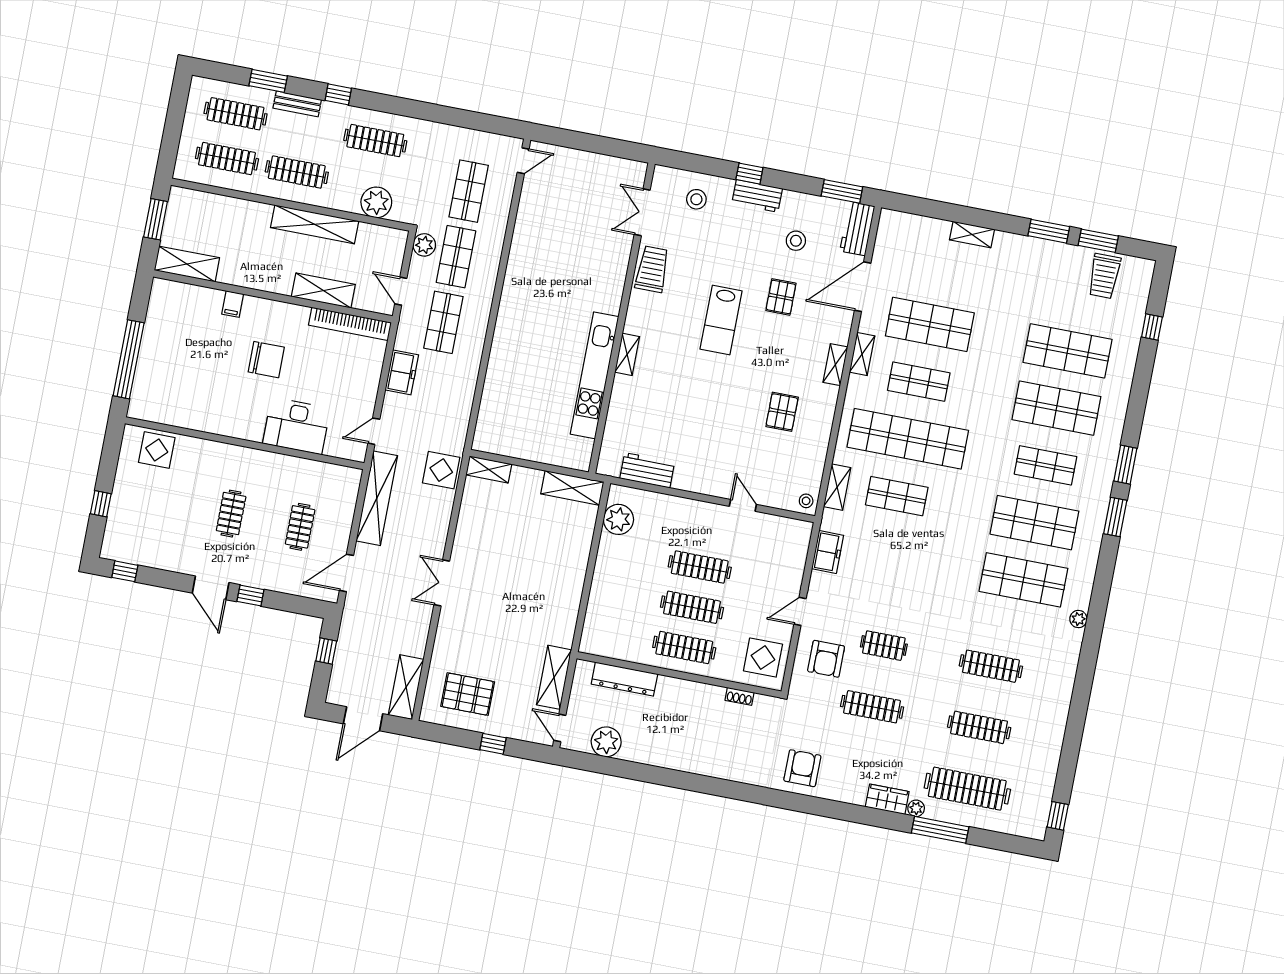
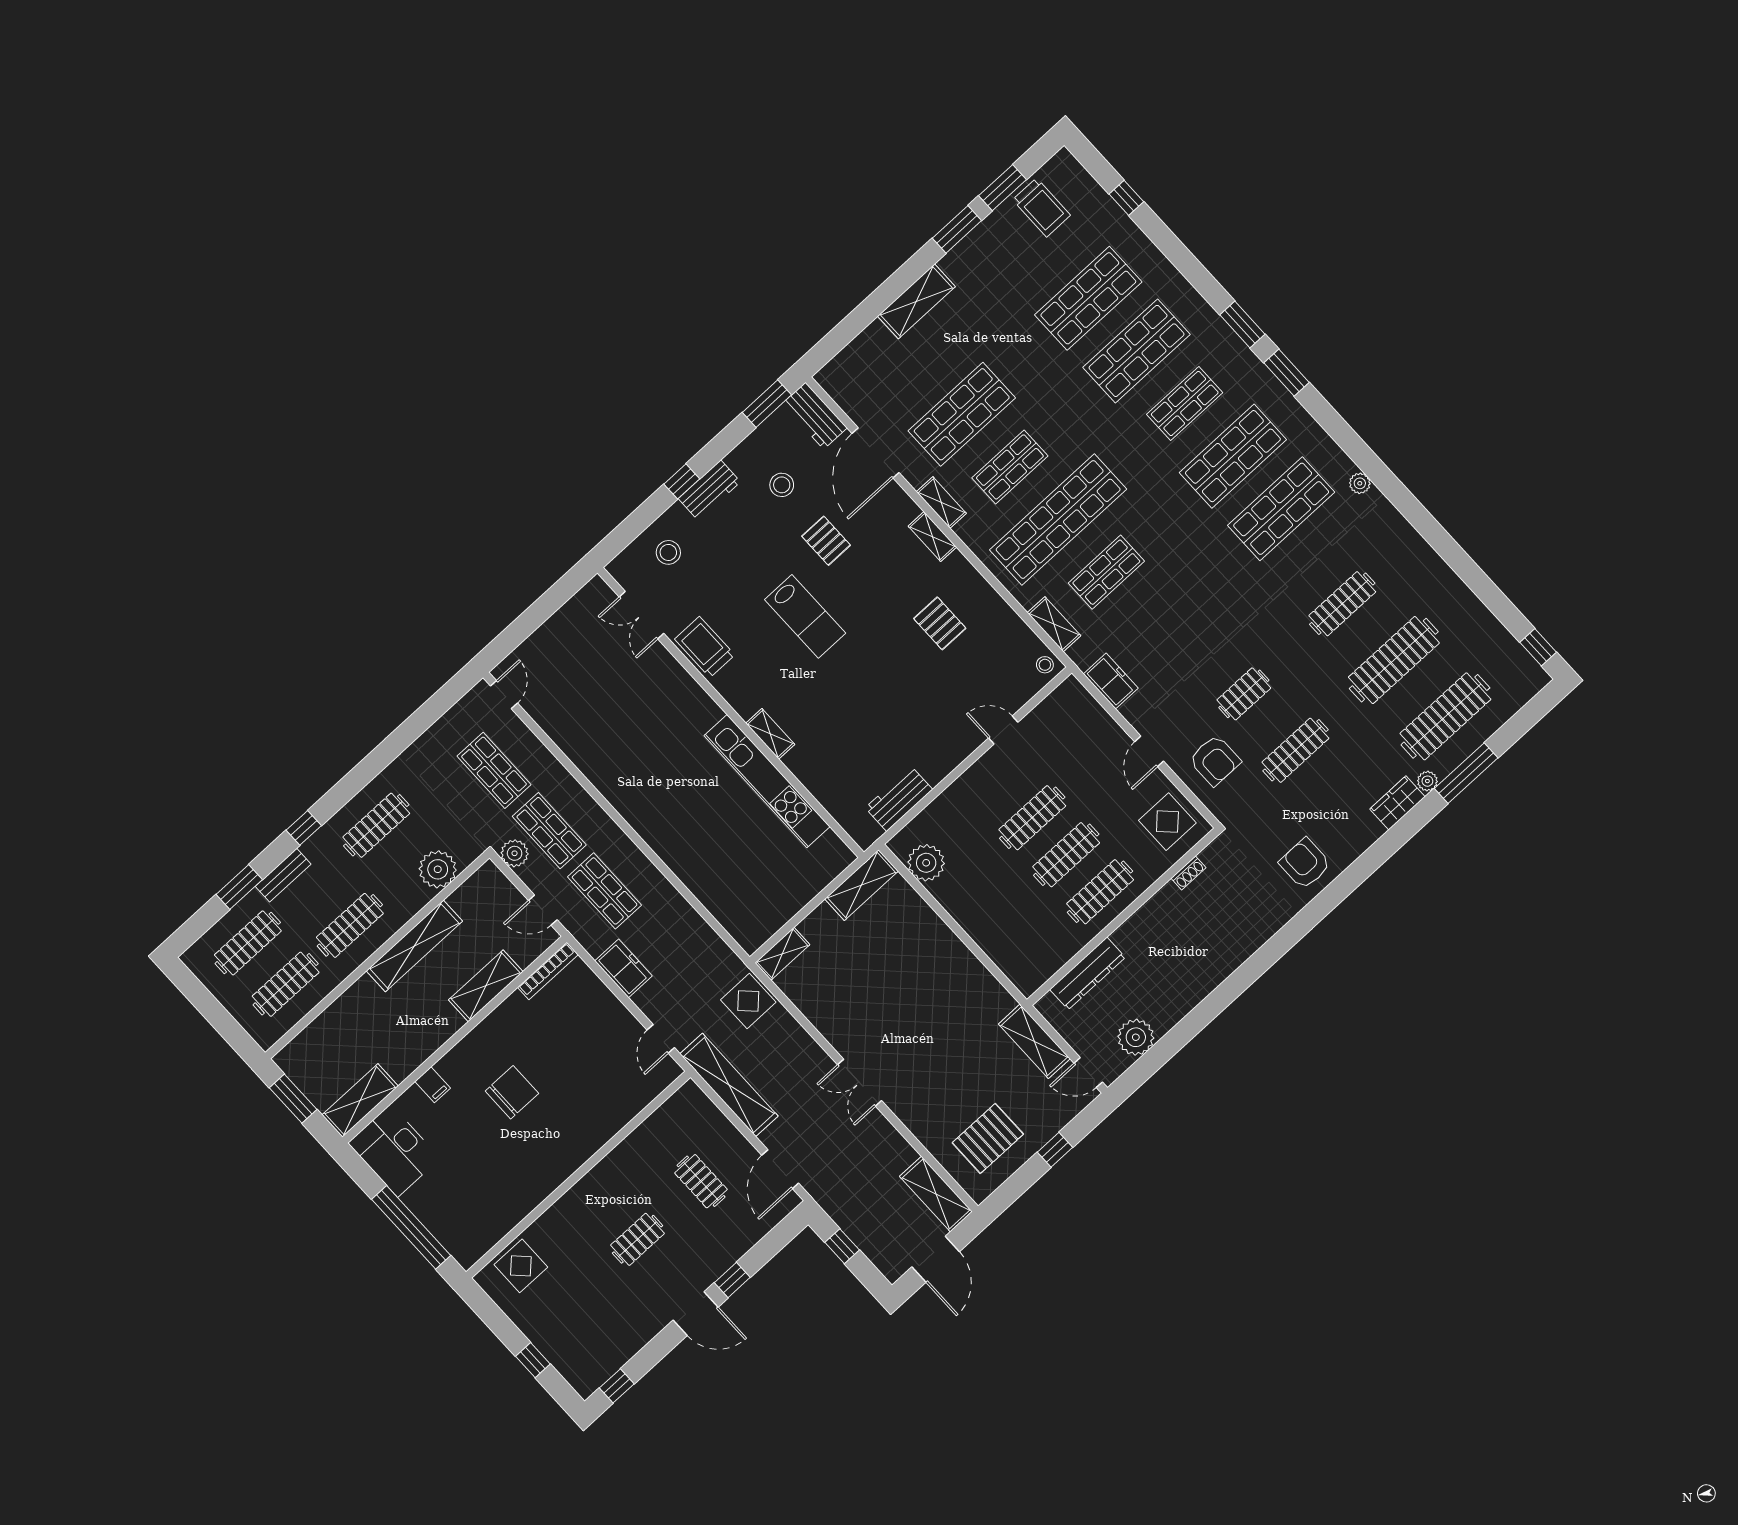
shelving: (972, 235) -> (916, 301), width x1.50, depth x1.33
bookcase: (350, 324) -> (548, 971), width x0.68, depth x0.76
desk: (297, 426) -> (394, 1151), moved, turned 90
clothes rail: (231, 514) -> (638, 1239), turned 90
clothes rail: (979, 727) -> (1394, 660), width x1.37, depth x1.31

